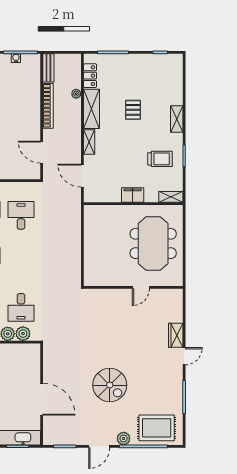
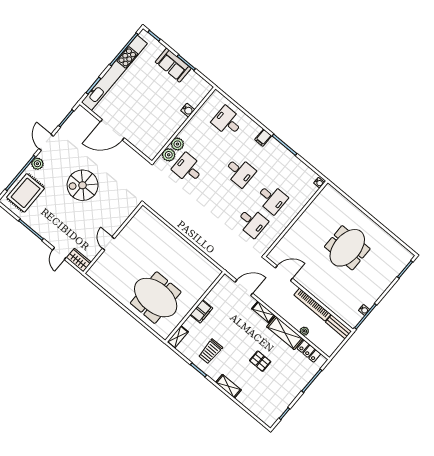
wall: (133, 287) -> (113, 238), moved
door: (141, 287) -> (108, 244), moved

